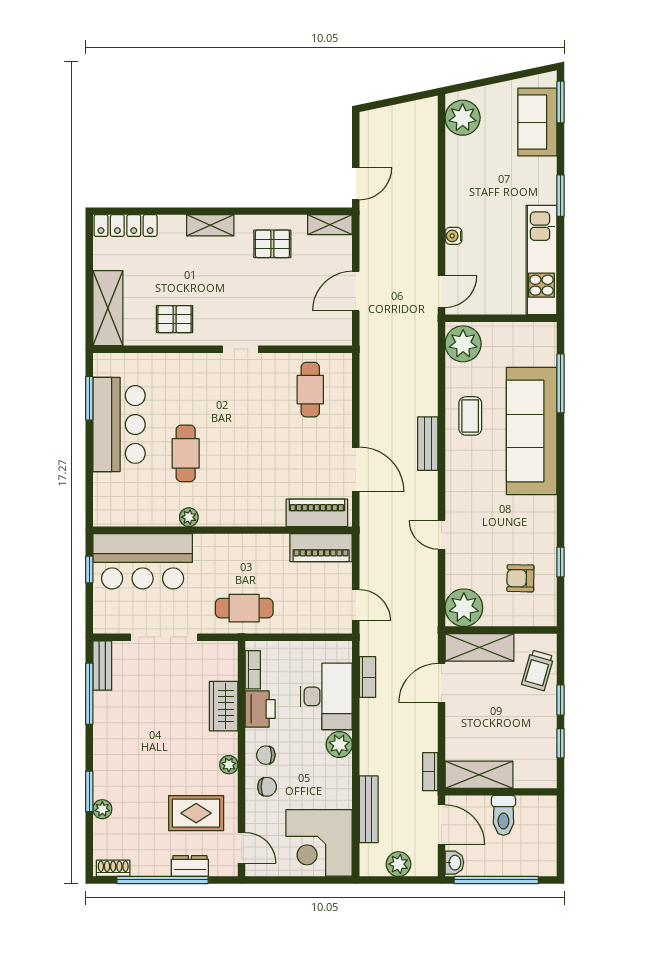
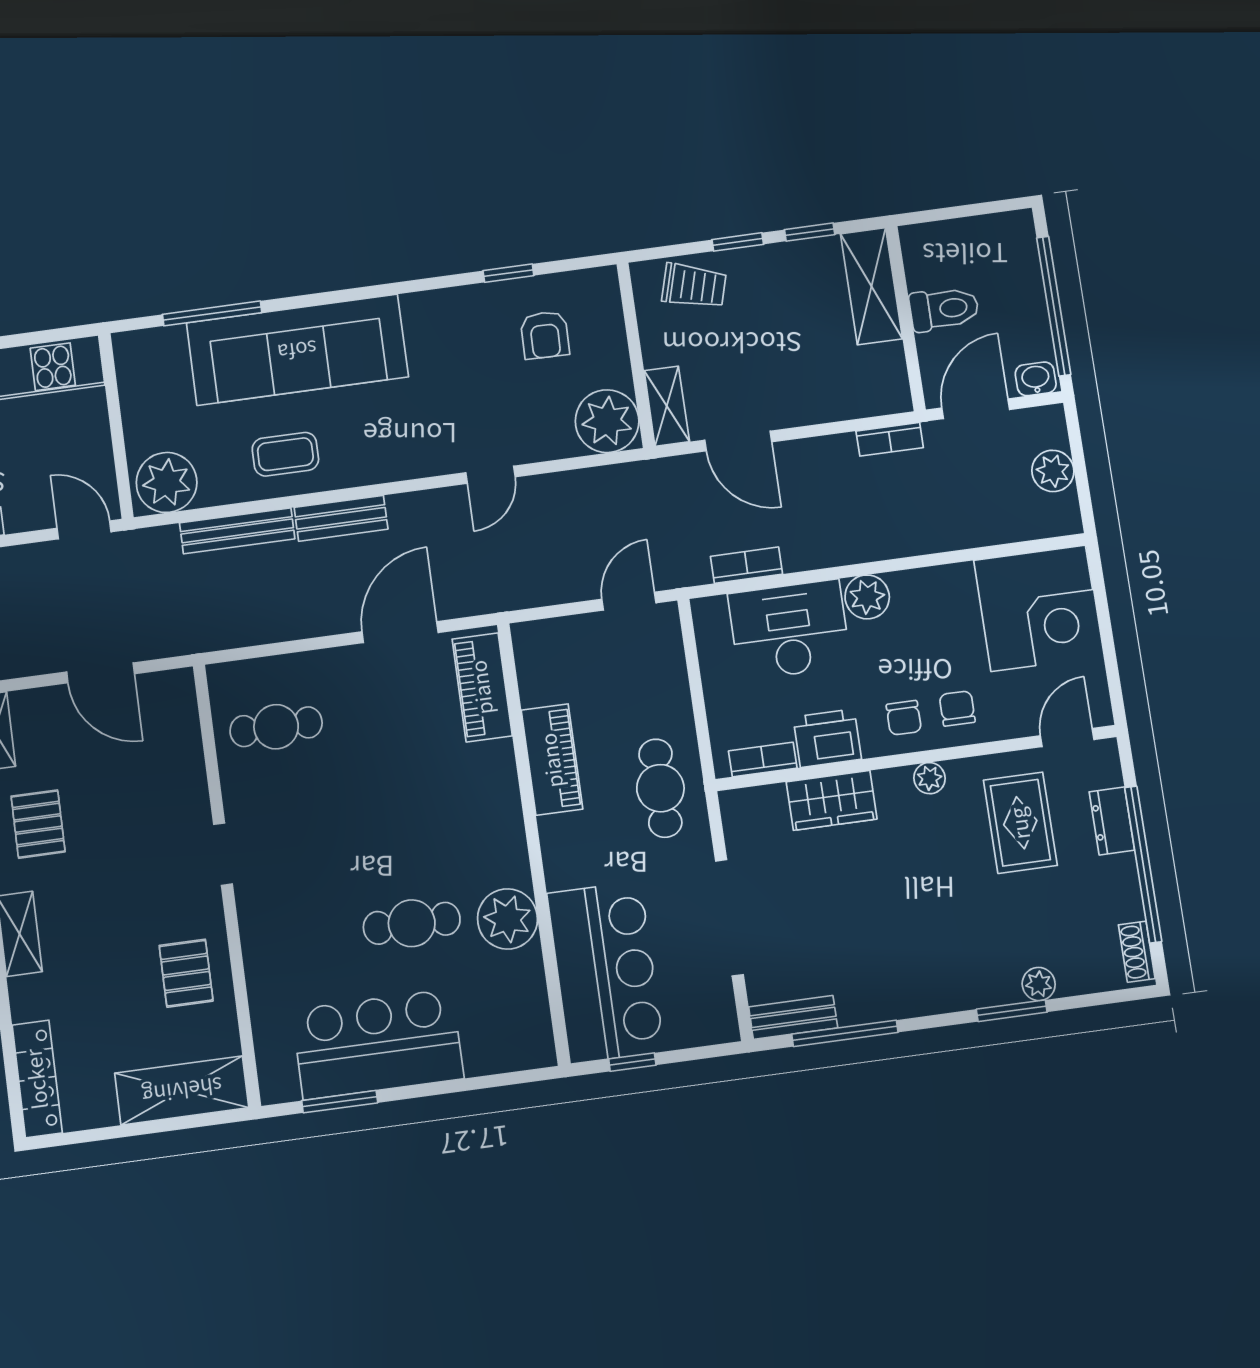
plant: (189, 517) -> (507, 919), width x1.88, depth x1.88
piano: (321, 548) -> (552, 760), moved
shelving: (479, 647) -> (667, 406), width x0.67, depth x0.75
shelving: (479, 775) -> (871, 286), moved
bench: (369, 809) -> (237, 531), moved

